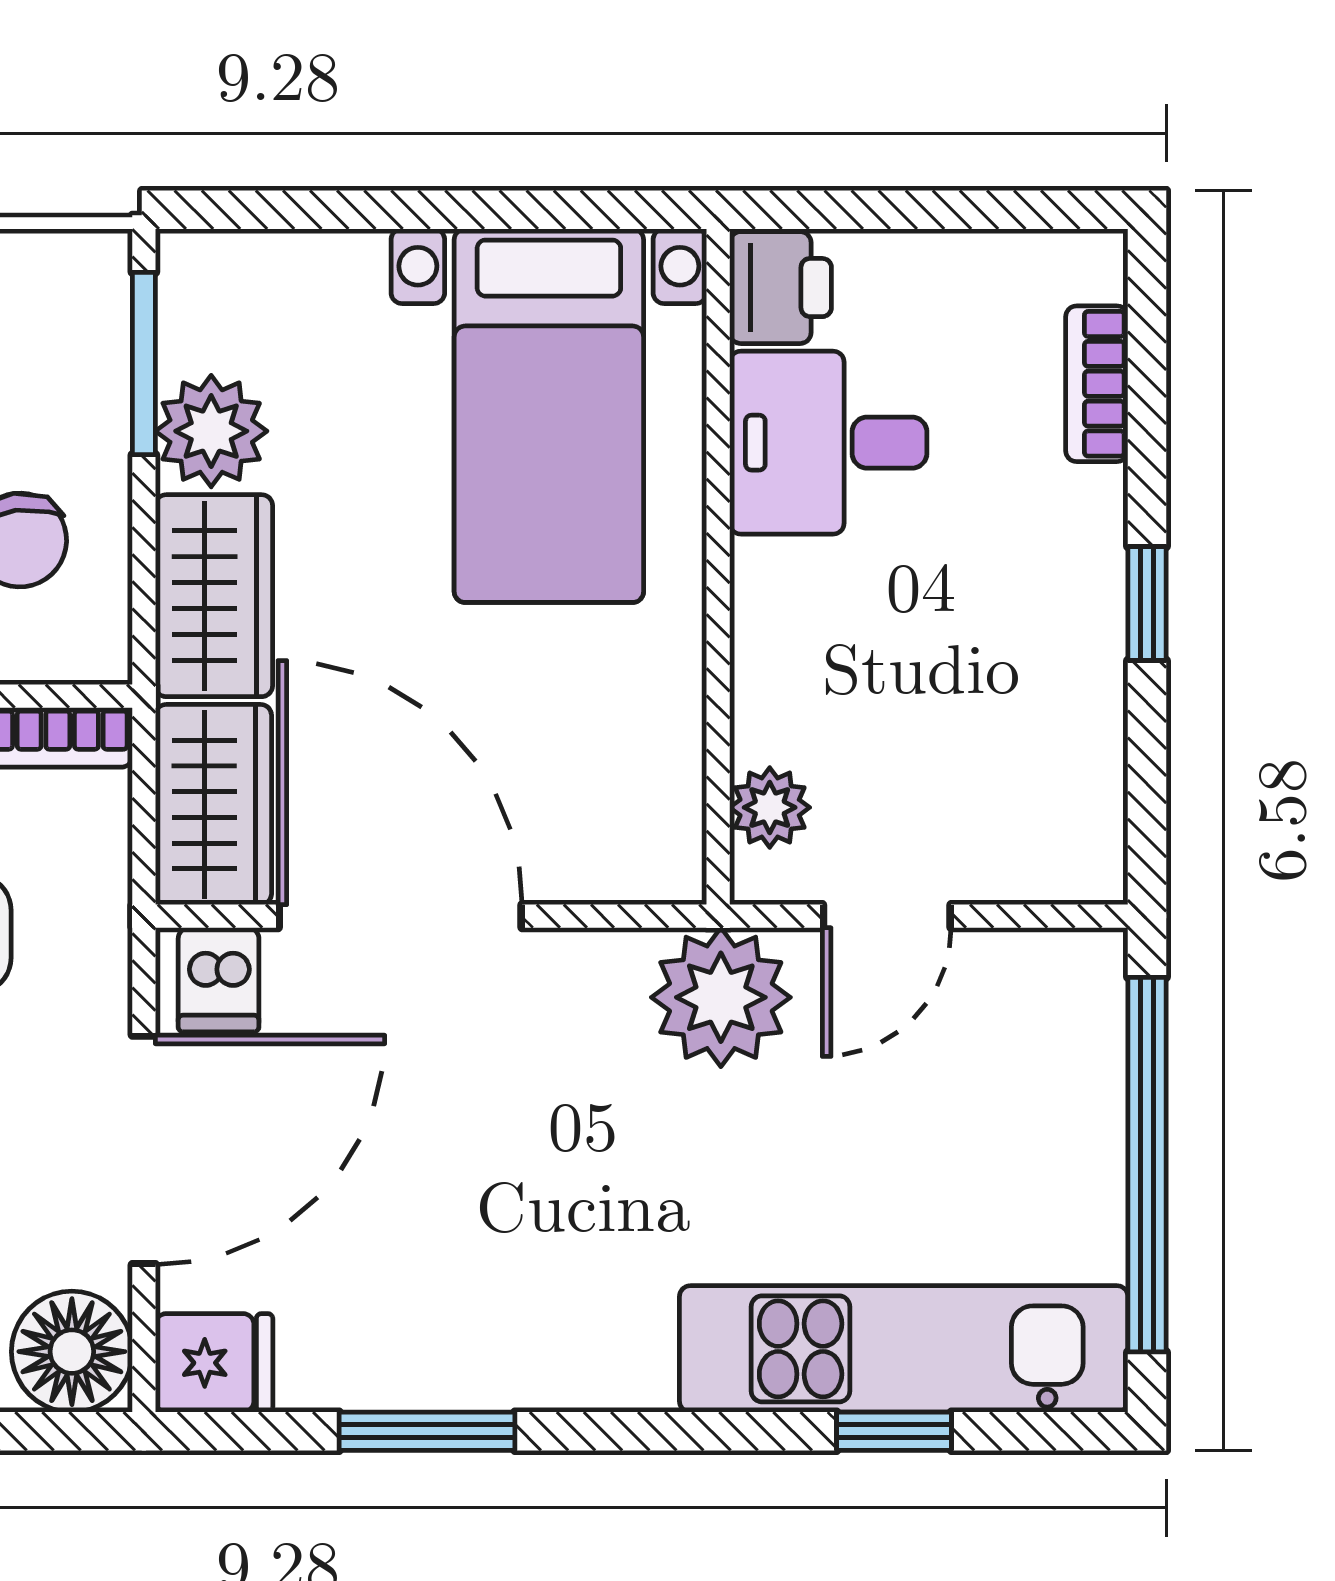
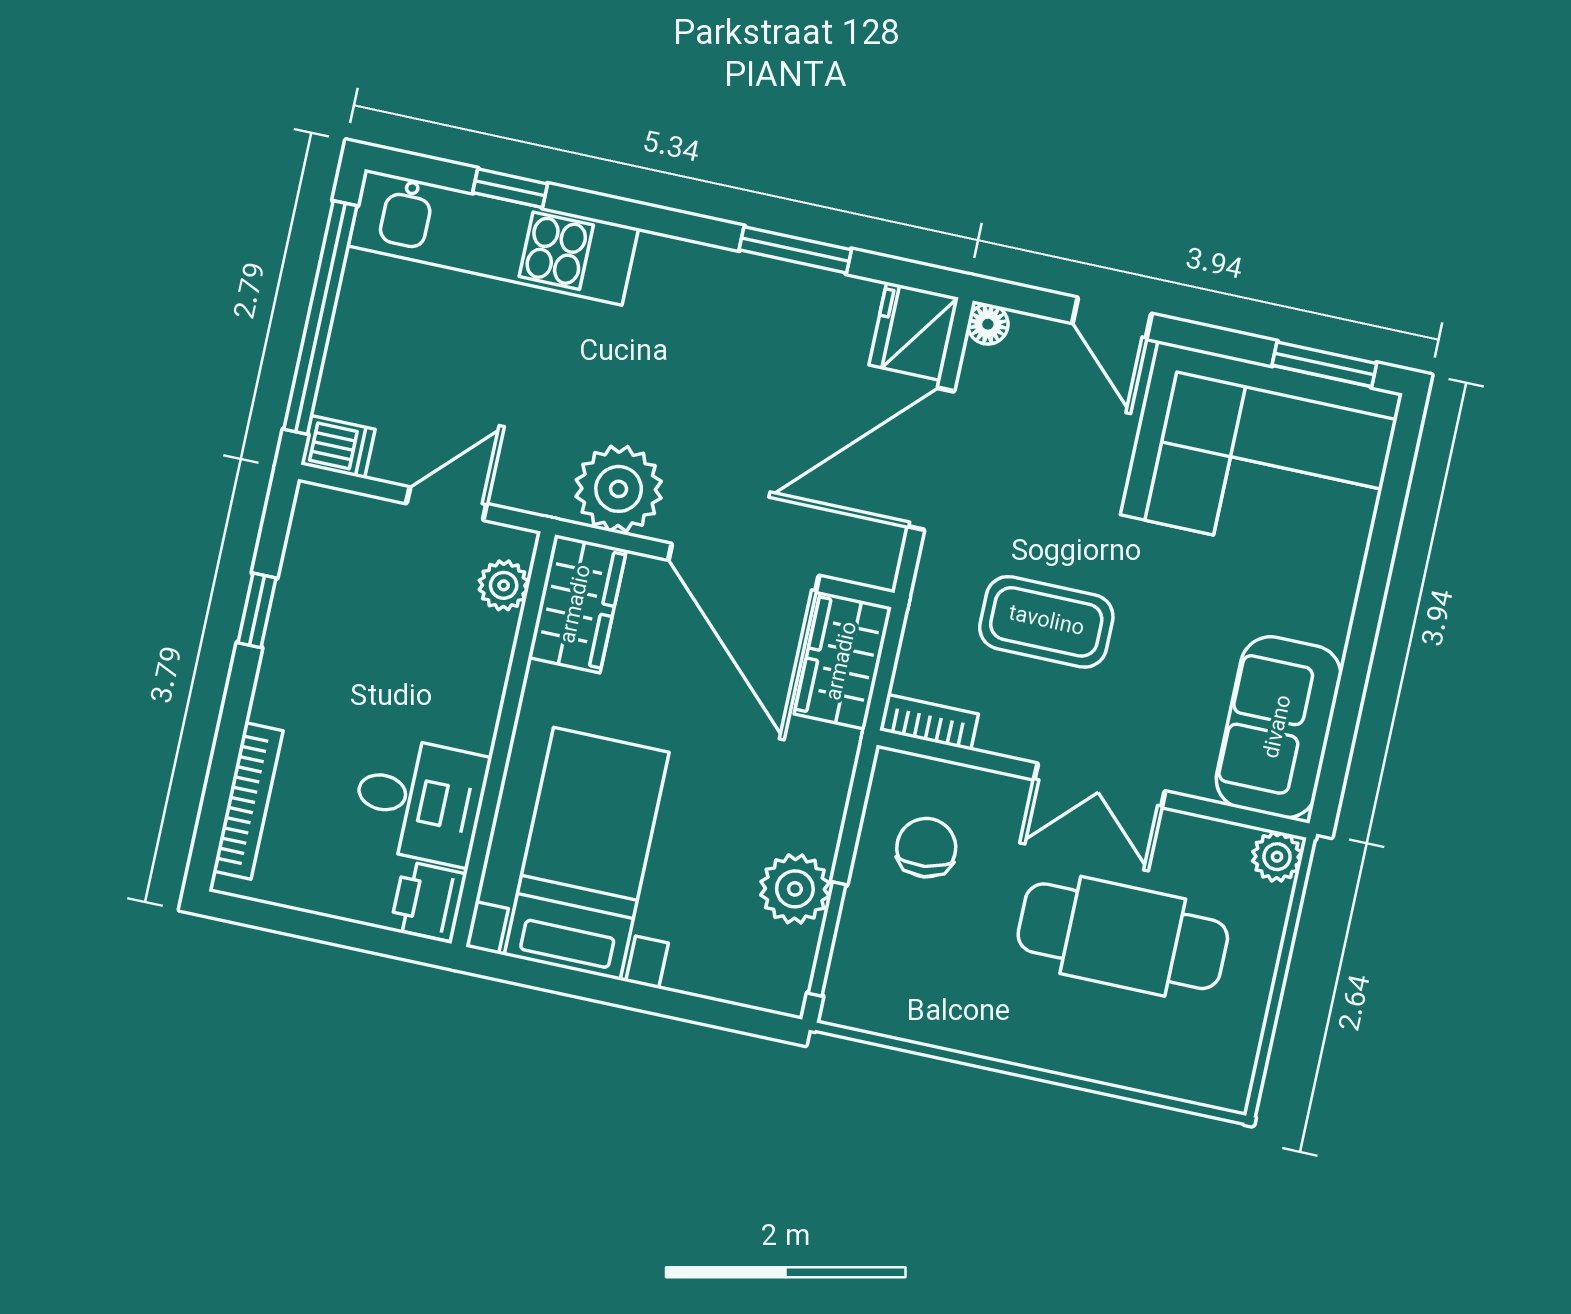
bookcase: (1097, 384) -> (248, 801), width x1.56
wardrobe: (214, 596) -> (577, 604), moved, turned 180
window: (1147, 603) -> (257, 610), moved
dishwasher: (219, 980) -> (338, 447), moved, turned 90
plant: (721, 997) -> (619, 489), moved
floor lamp: (72, 1352) -> (988, 324), width x0.53, depth x0.53
fridge: (214, 1363) -> (914, 331), width x1.38

